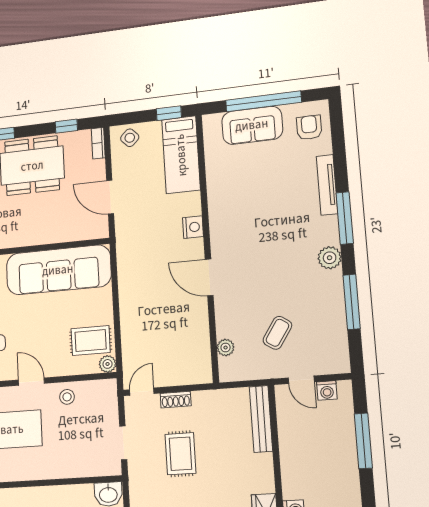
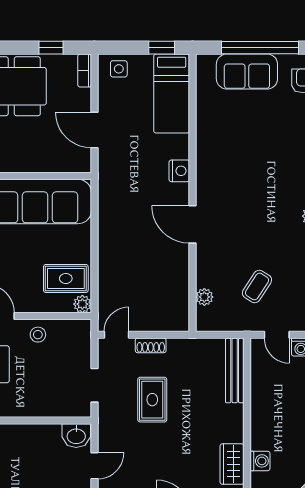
side table: (130, 138) -> (119, 69), turned 45

